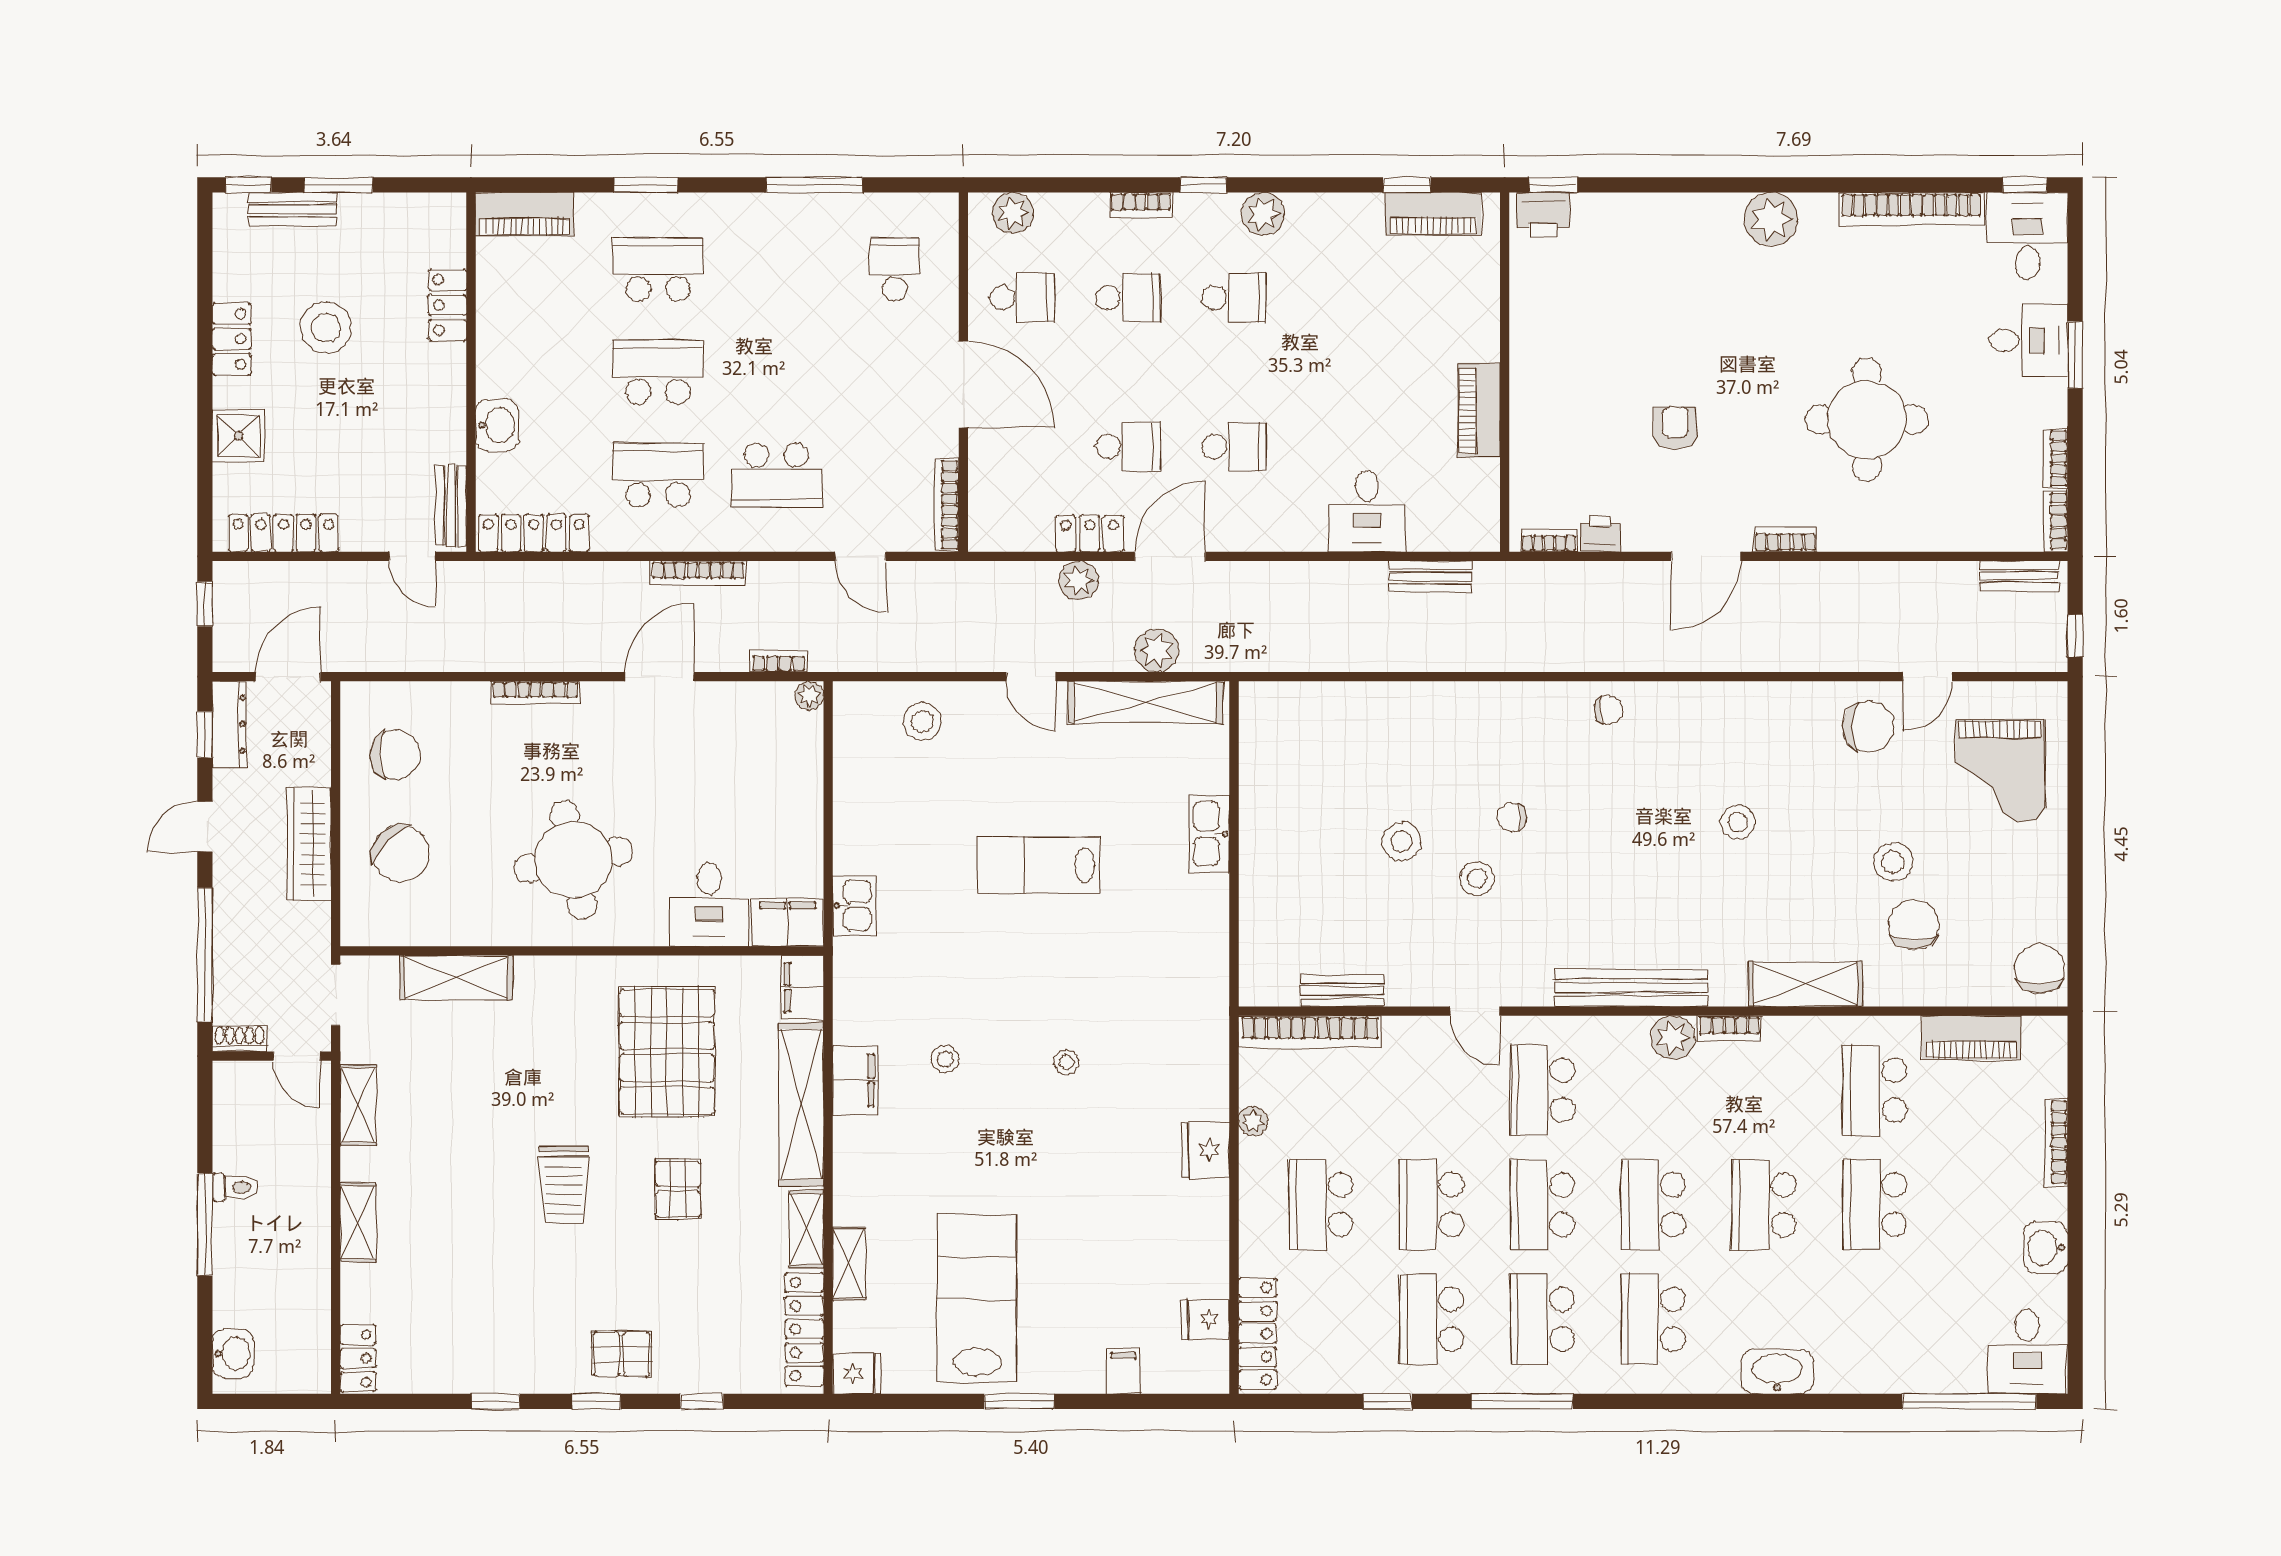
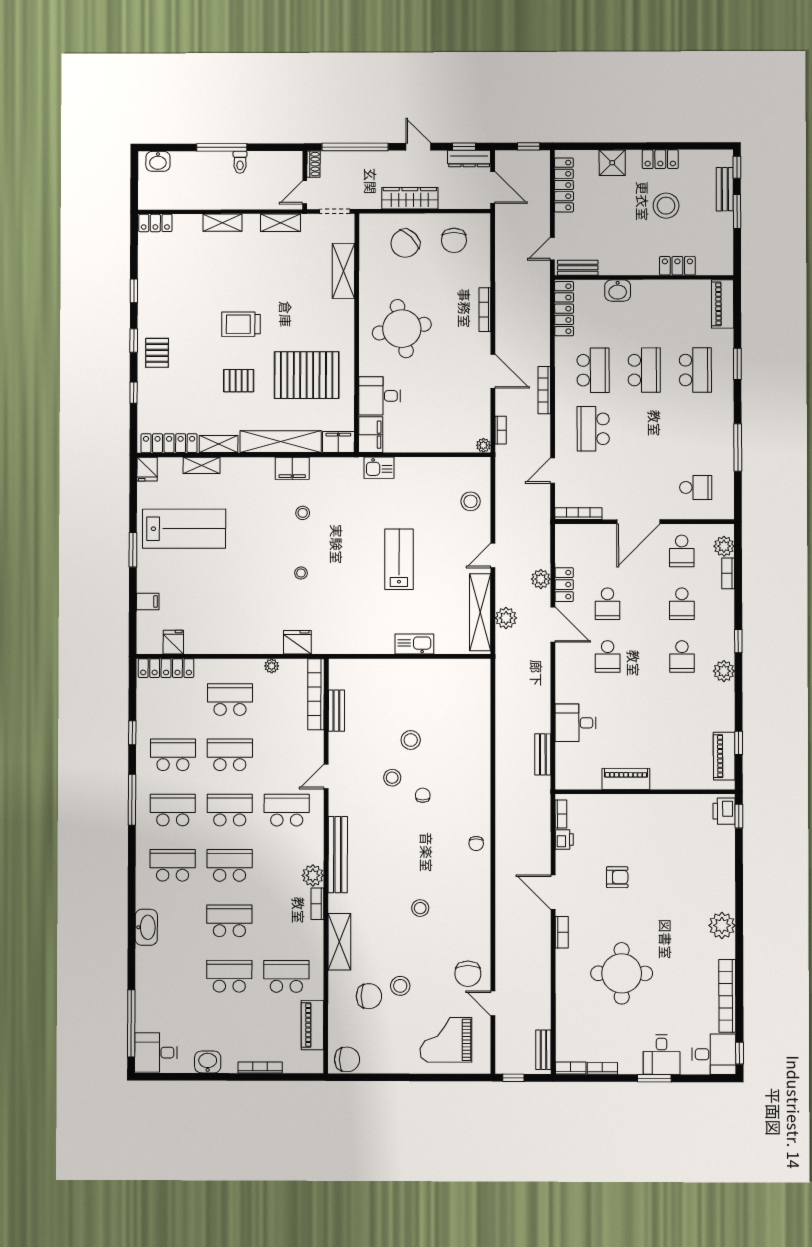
bookcase: (1141, 205) -> (728, 573), moved
fridge: (1206, 1150) -> (297, 642), moved

